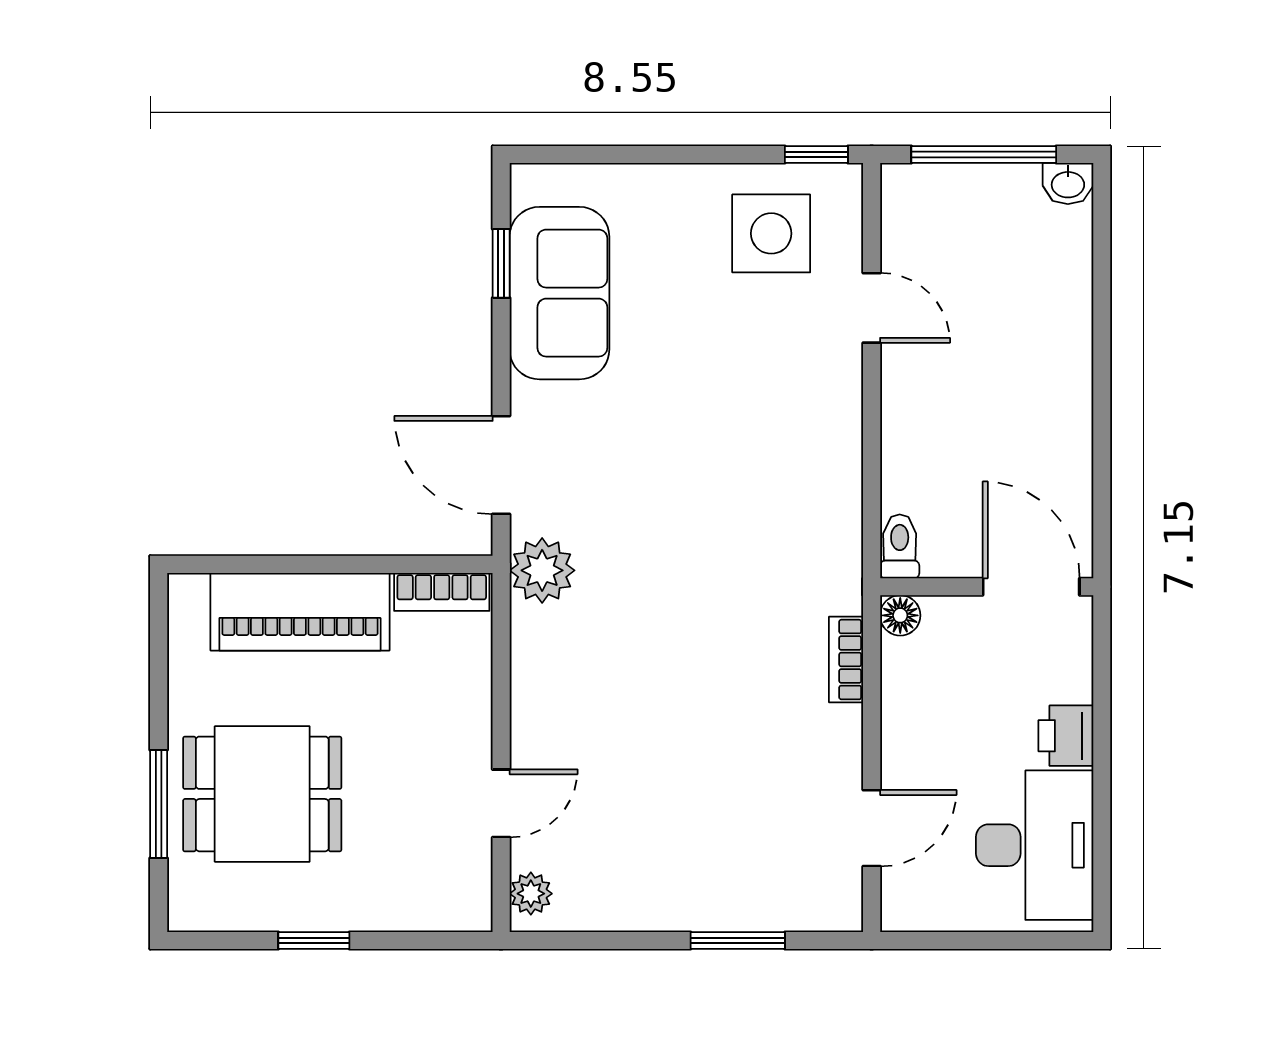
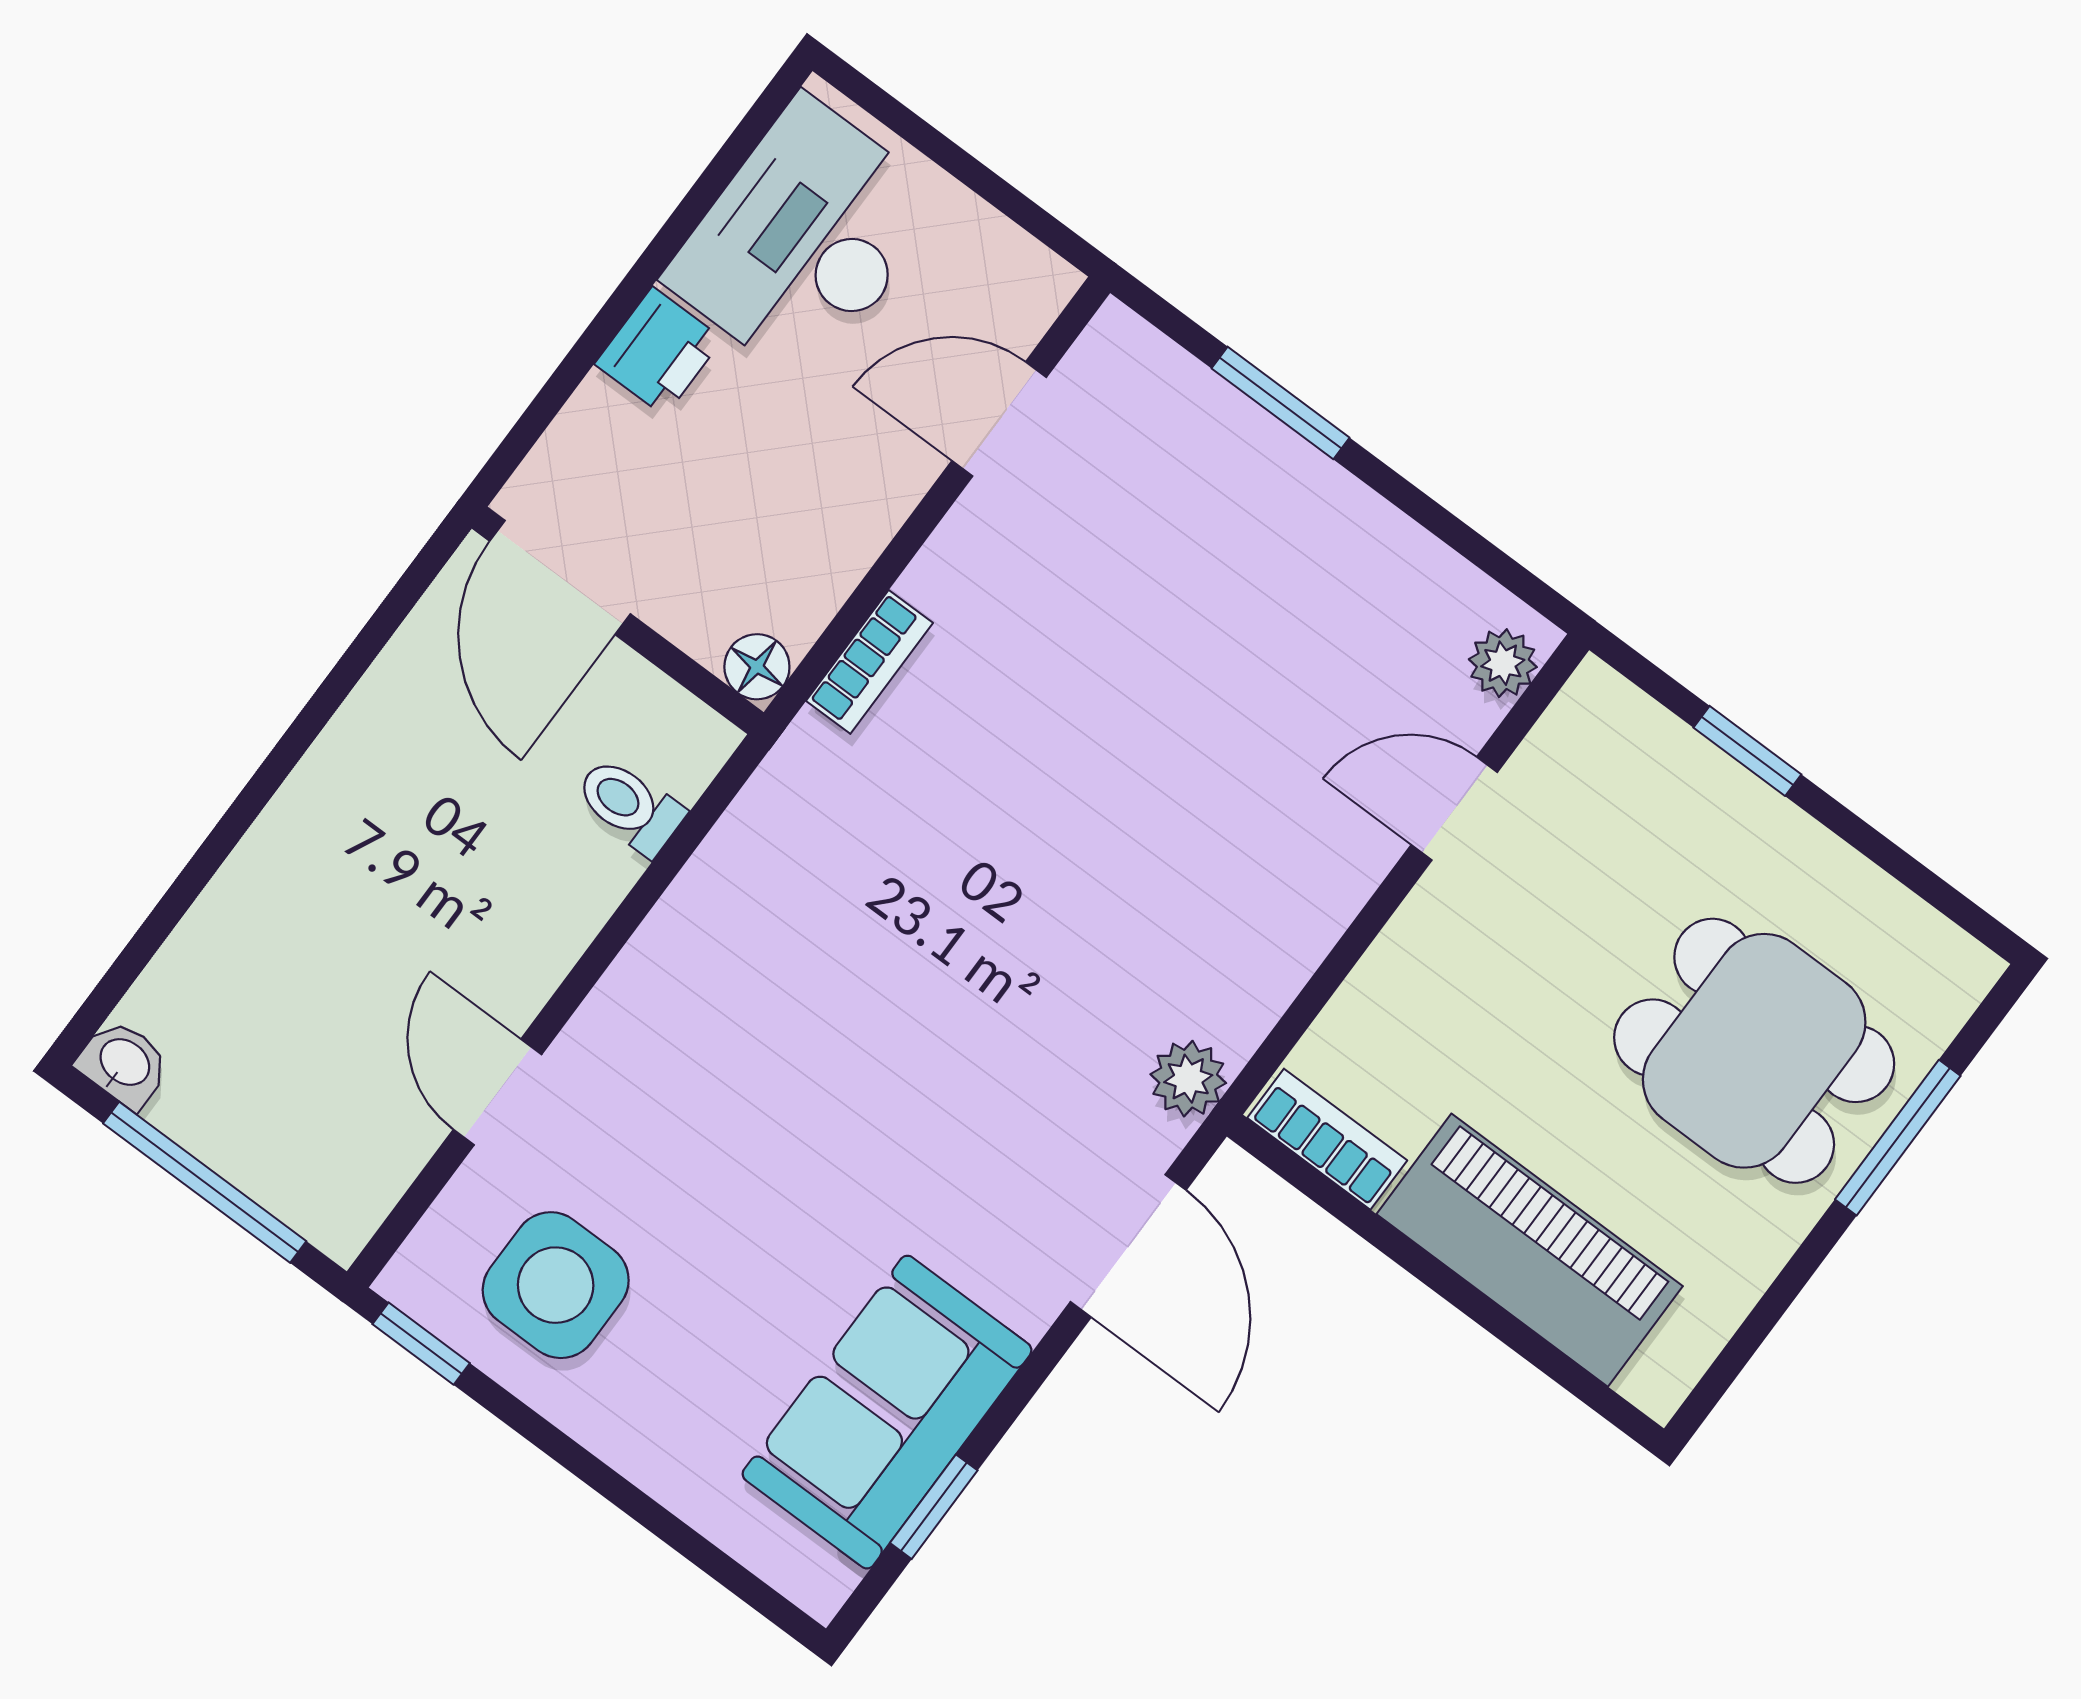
toilet: (900, 546) -> (630, 806), moved, turned 90
plant: (542, 570) -> (1188, 1079), width x0.73, depth x0.73
window: (314, 940) -> (1747, 751), moved

